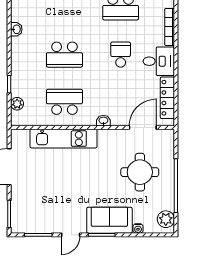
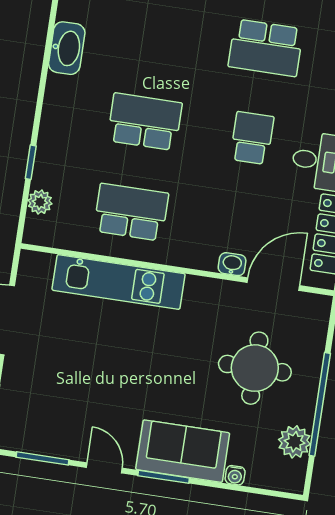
washbasin: (16, 29) -> (67, 48), width x1.91, depth x1.45
school desk: (64, 55) -> (145, 122), turned 180
washbasin: (103, 121) -> (232, 264), moved
plant: (166, 219) -> (295, 442), moved
door: (71, 235) -> (104, 468), swing flipped

